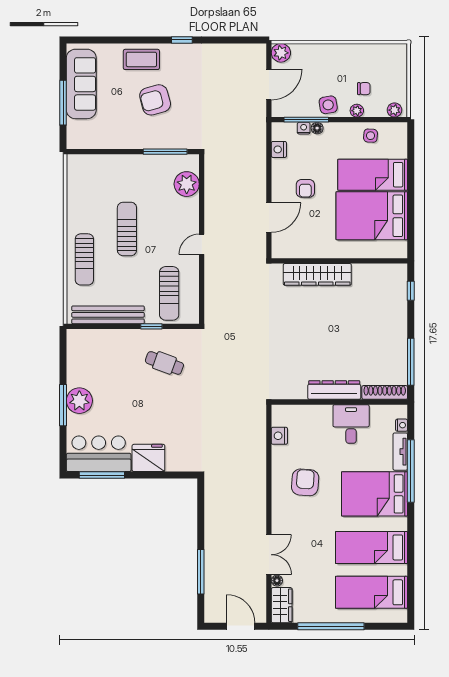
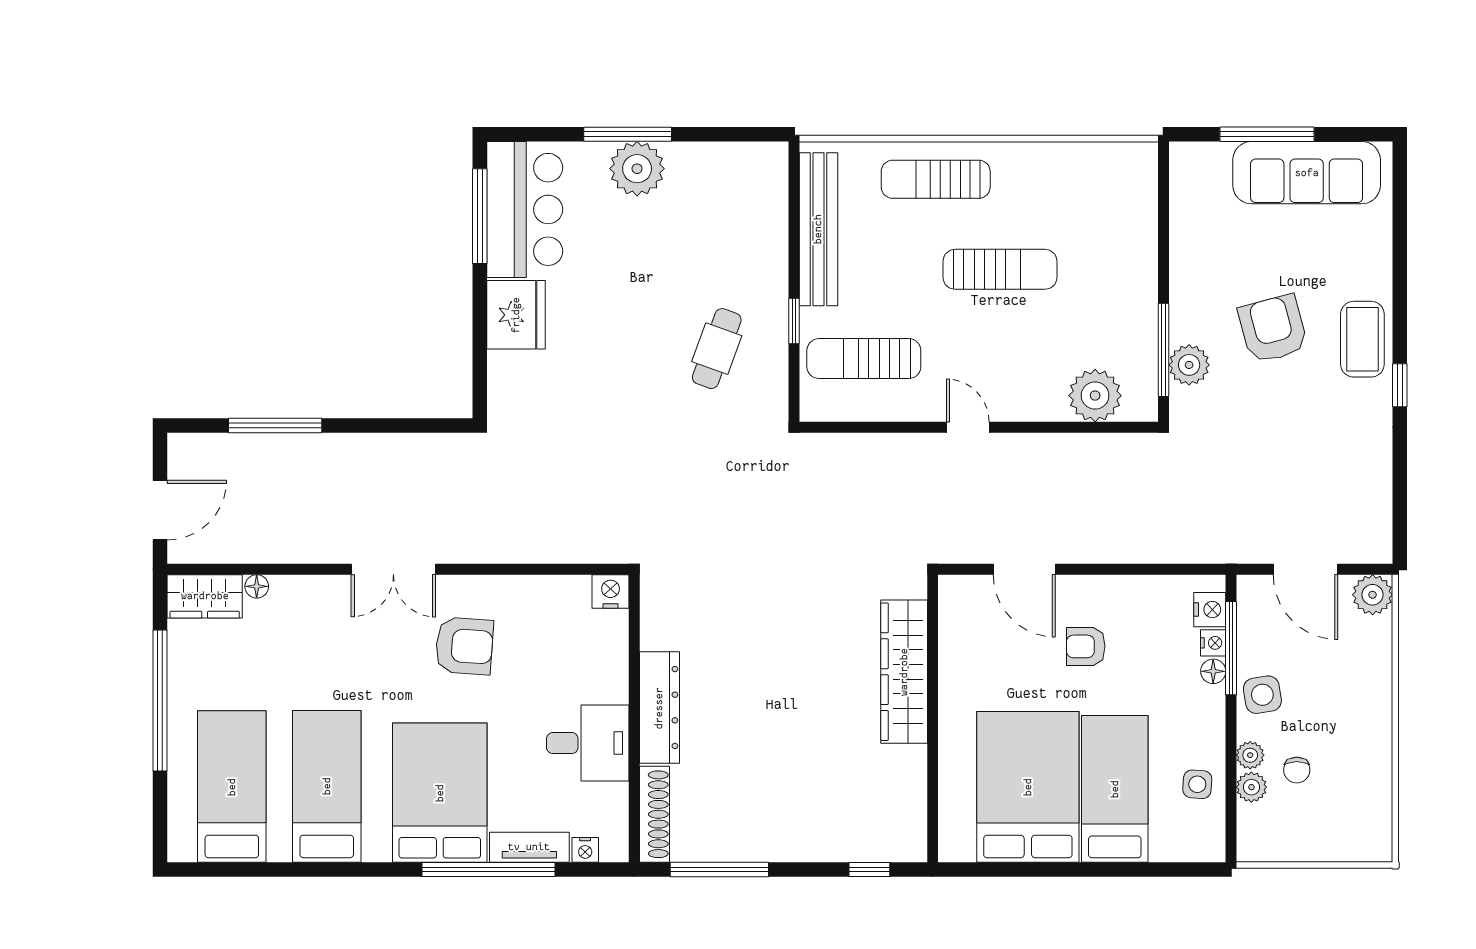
coffee table: (141, 59) -> (1362, 339), moved
plant: (394, 110) -> (1251, 787), moved
plant: (172, 140) -> (1189, 365), added
nightstand: (279, 149) -> (1210, 610), moved, turned 90
nightstand: (279, 436) -> (611, 592), moved
double door: (269, 555) -> (393, 569), moved

